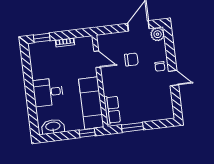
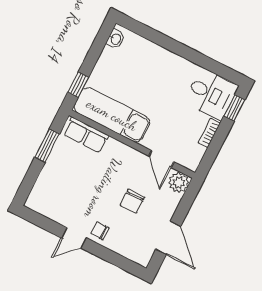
plant: (158, 34) -> (179, 182), moved
door: (97, 59) -> (161, 159), hinge flipped
desk: (48, 92) -> (211, 94), moved, turned 90
washbasin: (53, 127) -> (116, 39), width x0.52, depth x0.69

